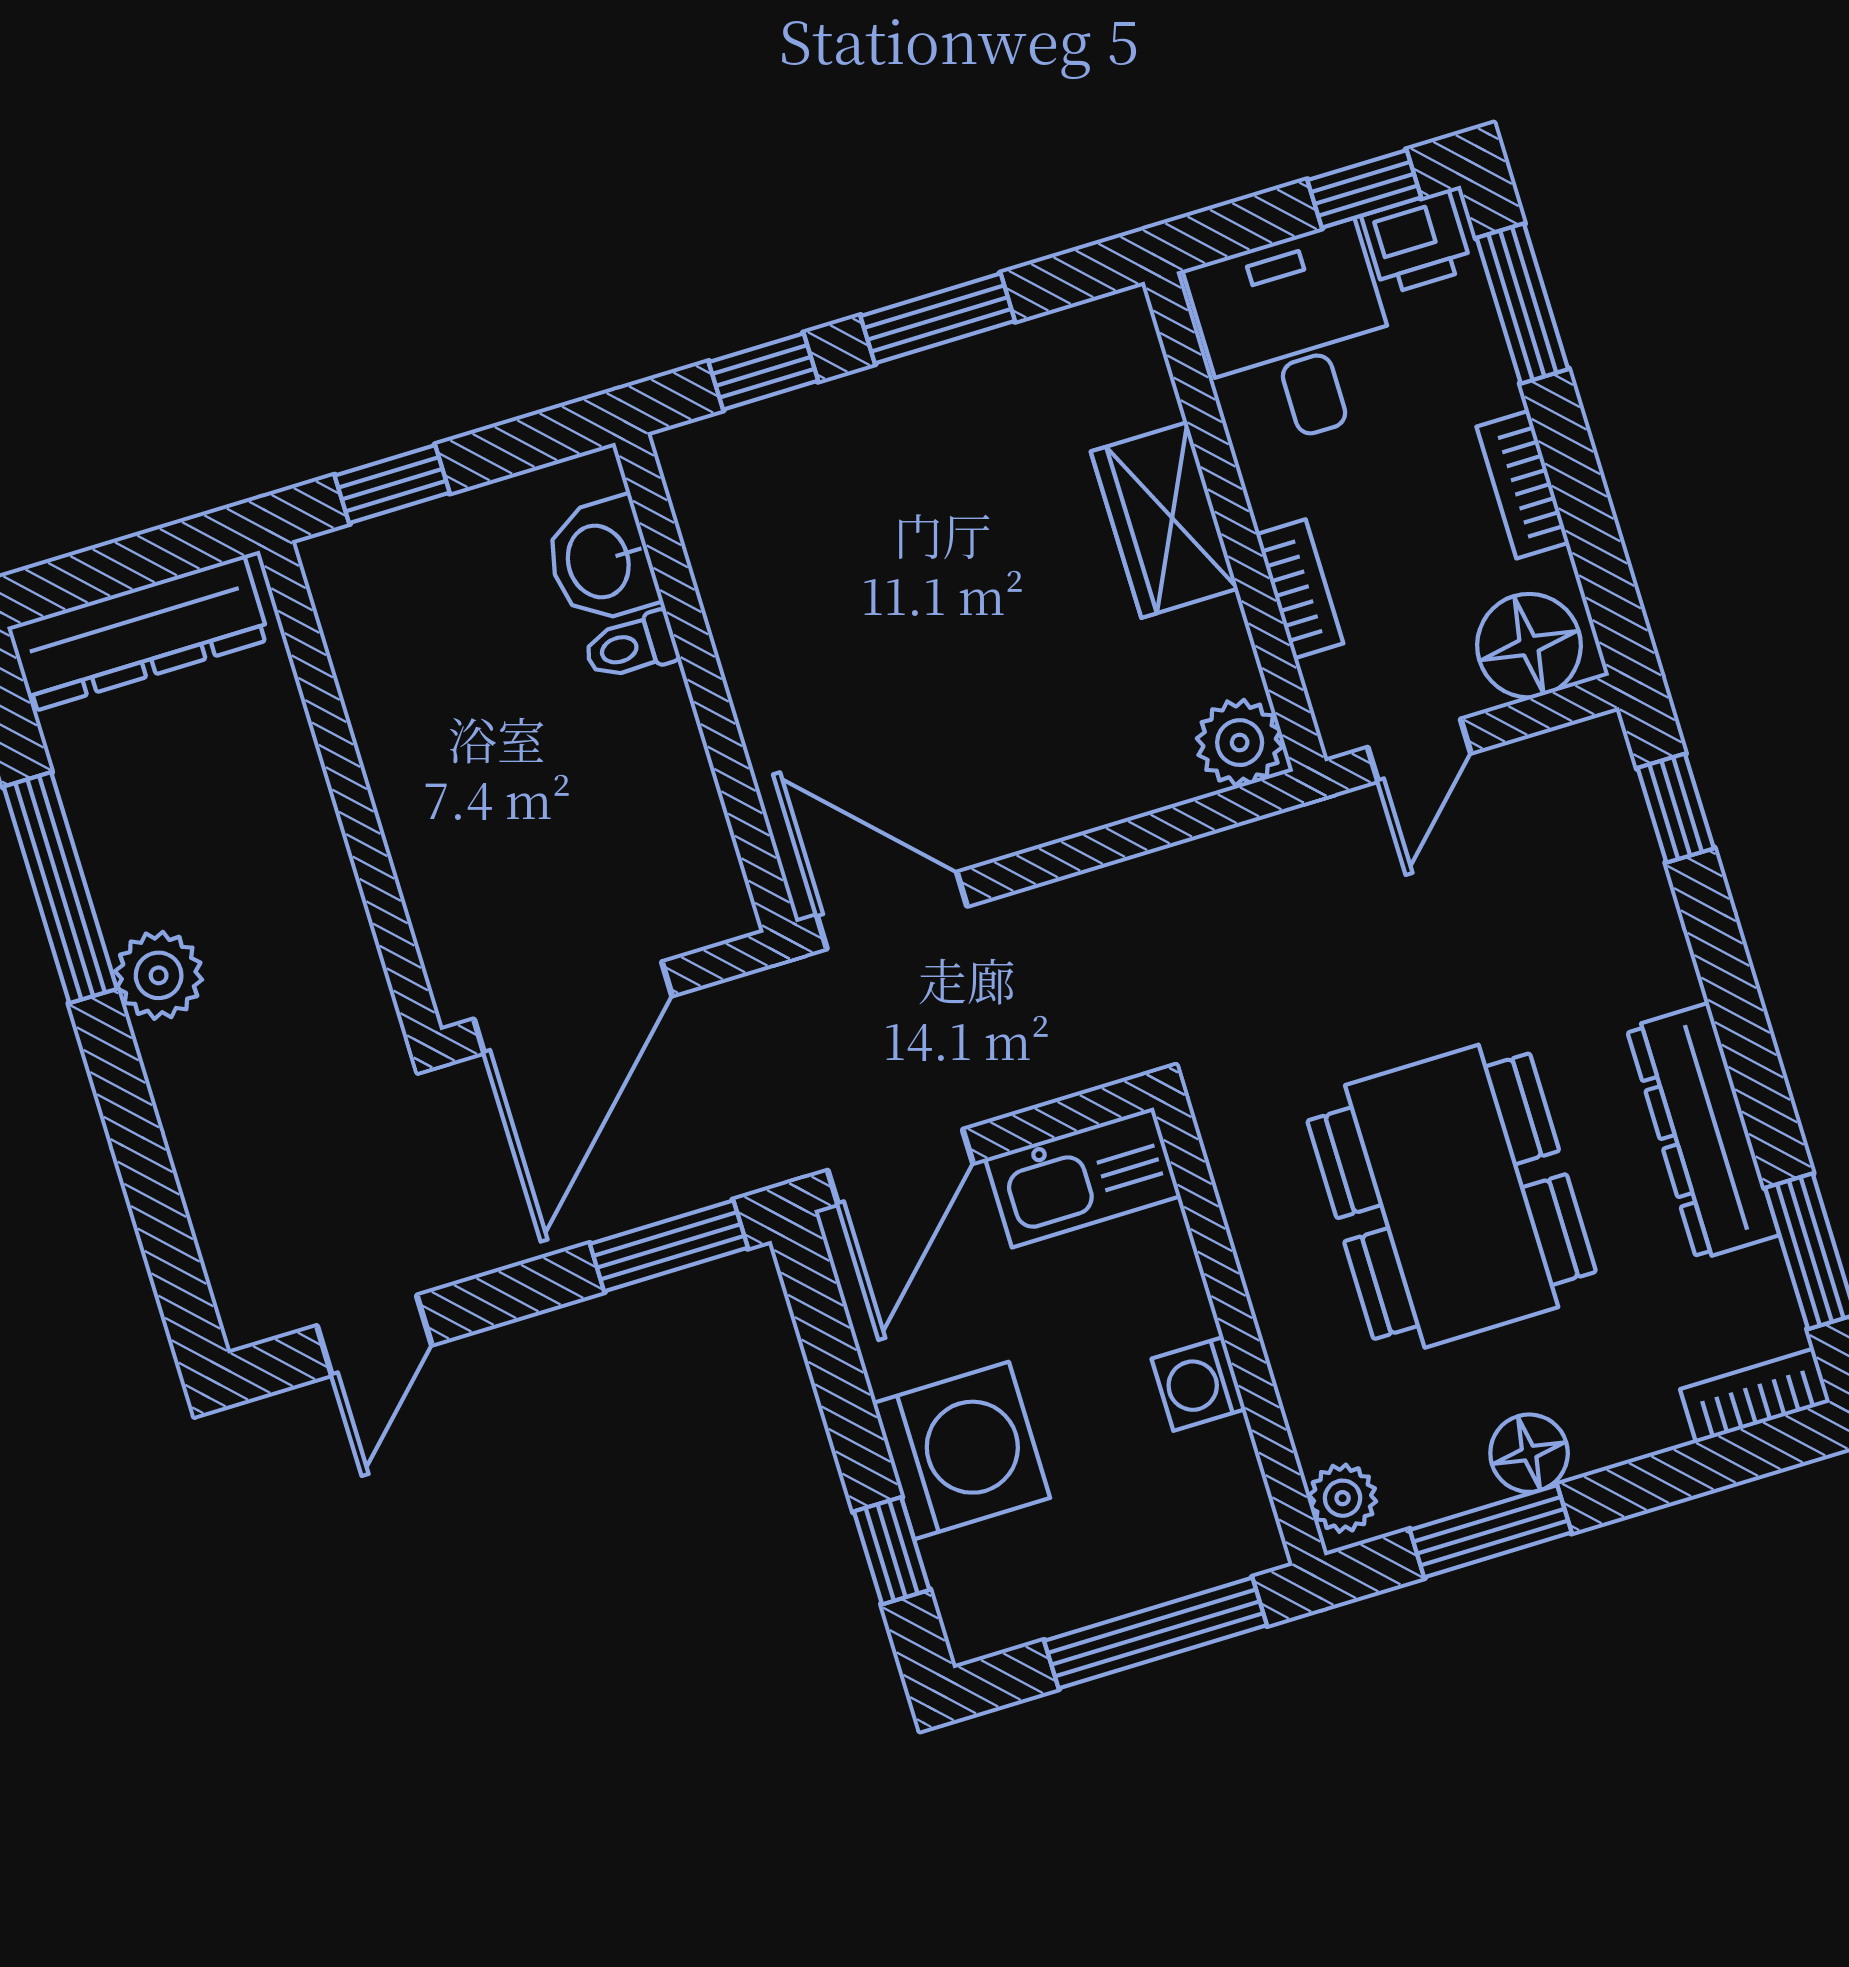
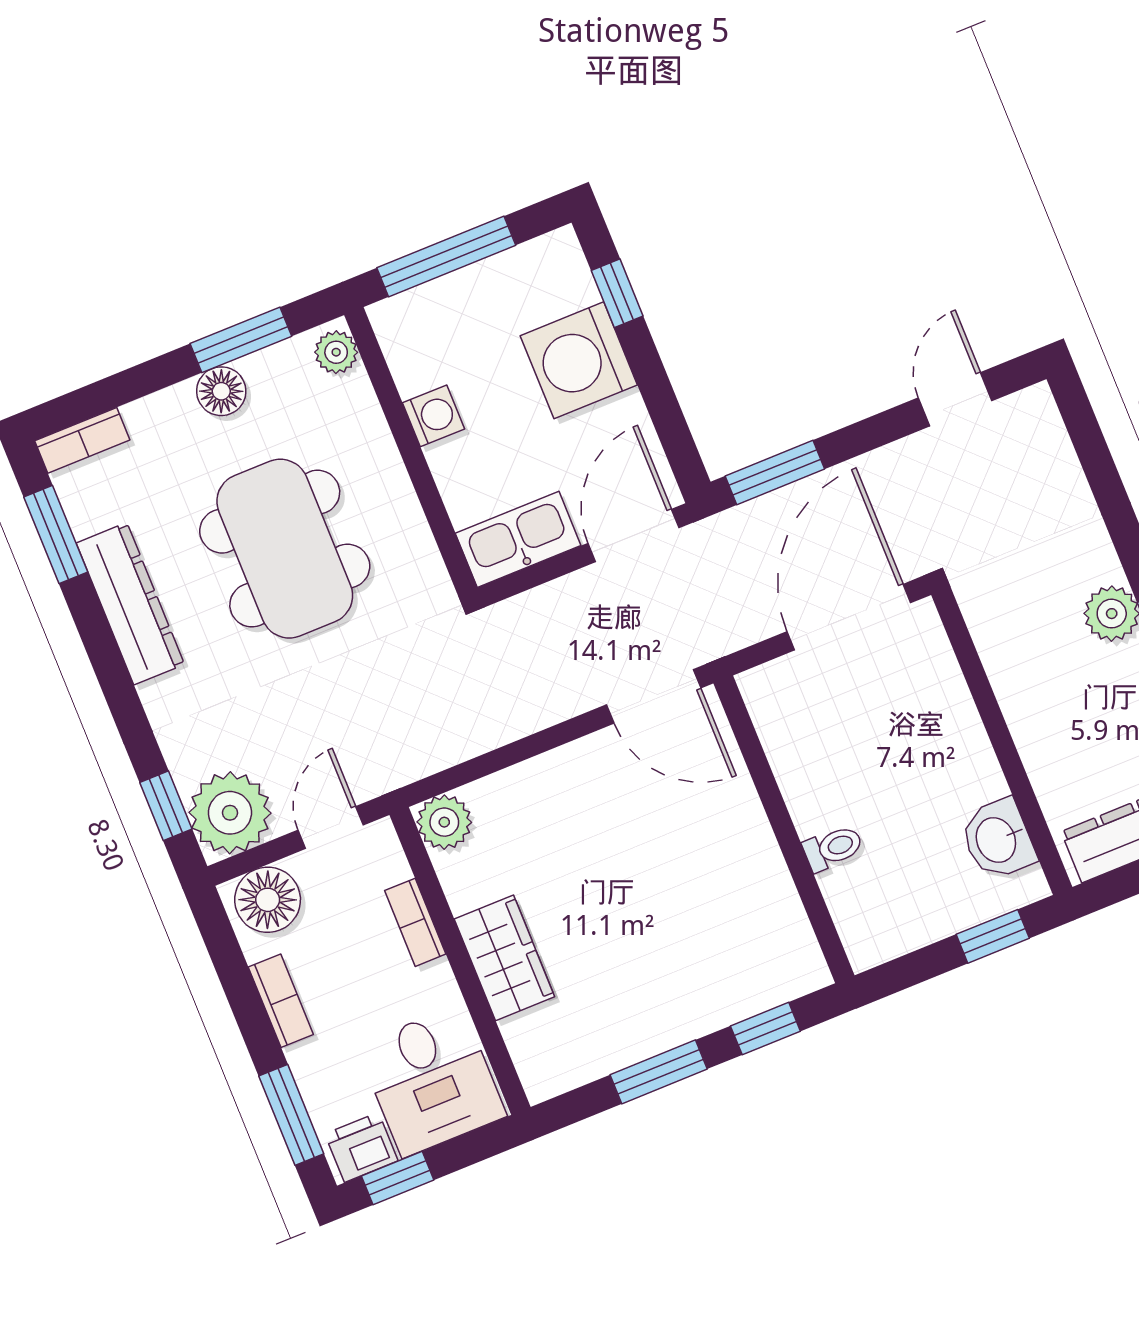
washbasin: (601, 561) -> (998, 839), moved, turned 180
plant: (1576, 788) -> (230, 813), added

